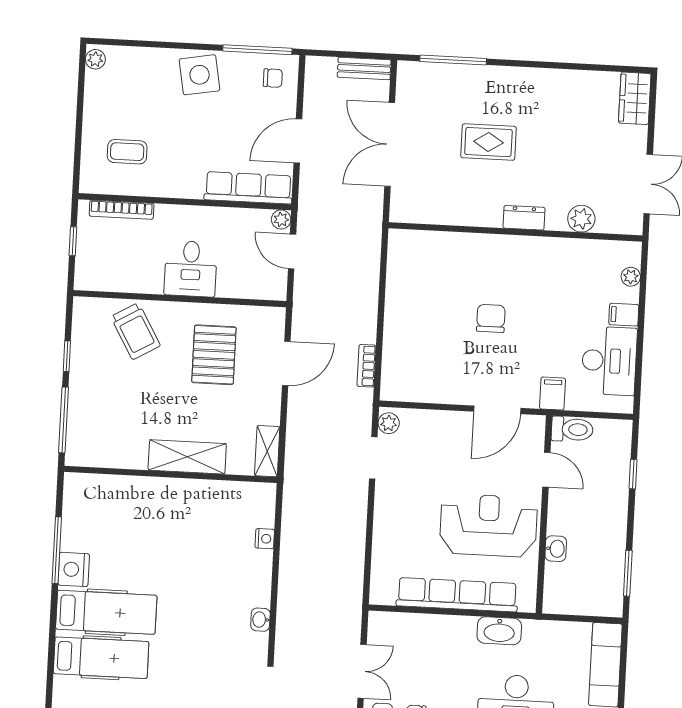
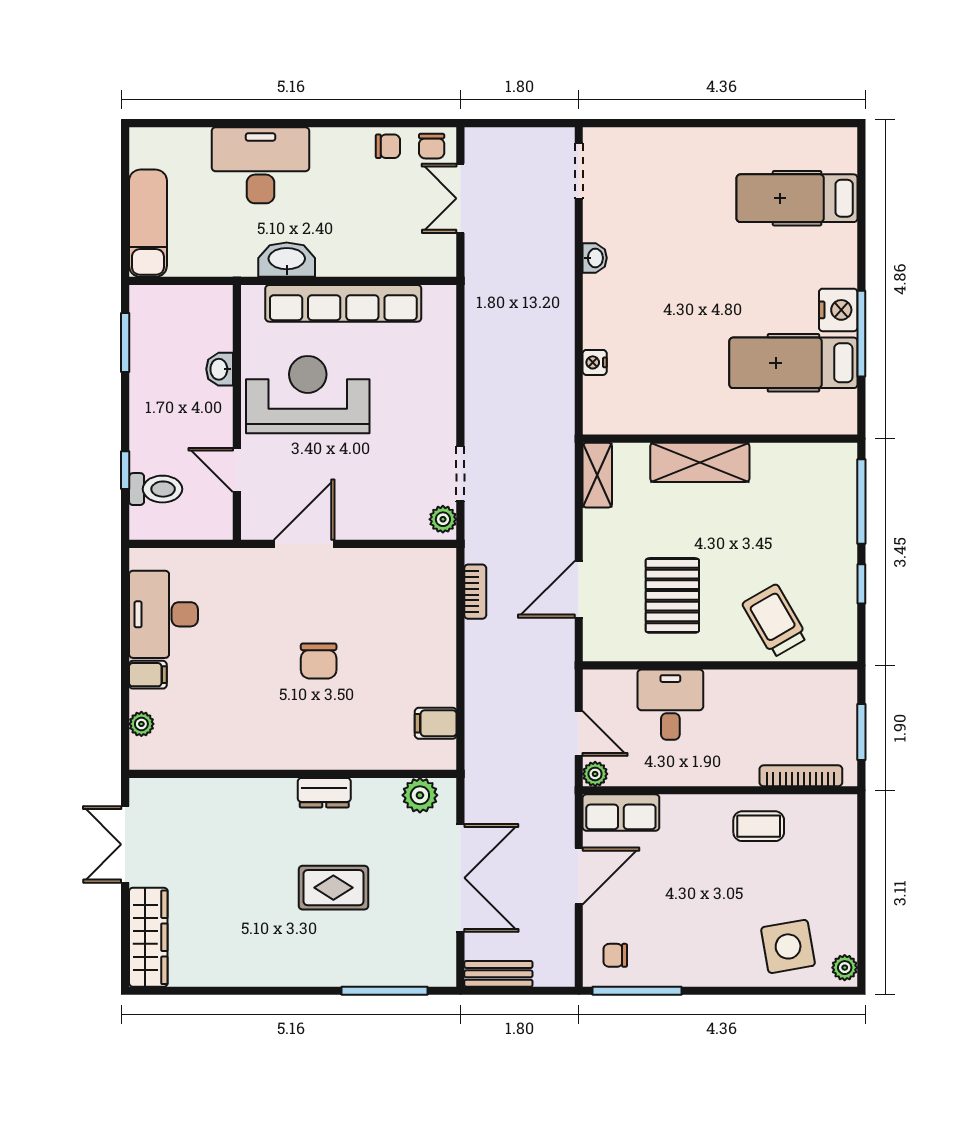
side table: (200, 75) -> (788, 946), moved
wardrobe: (635, 98) -> (148, 937), width x1.50
coffee table: (127, 152) -> (759, 826), moved
row of seats: (248, 188) -> (621, 813), width x0.68
dresser: (524, 218) -> (324, 793), moved
plant: (581, 219) -> (420, 795), moved
window: (73, 241) -> (861, 732), width x1.50
desk: (191, 269) -> (670, 705), moved
filing cabinet: (553, 393) -> (436, 723), moved, turned 90
toilet: (572, 429) -> (156, 489), moved, turned 180
reception desk: (488, 525) -> (308, 395), turned 180
hospital bed: (106, 612) -> (793, 363), moved

